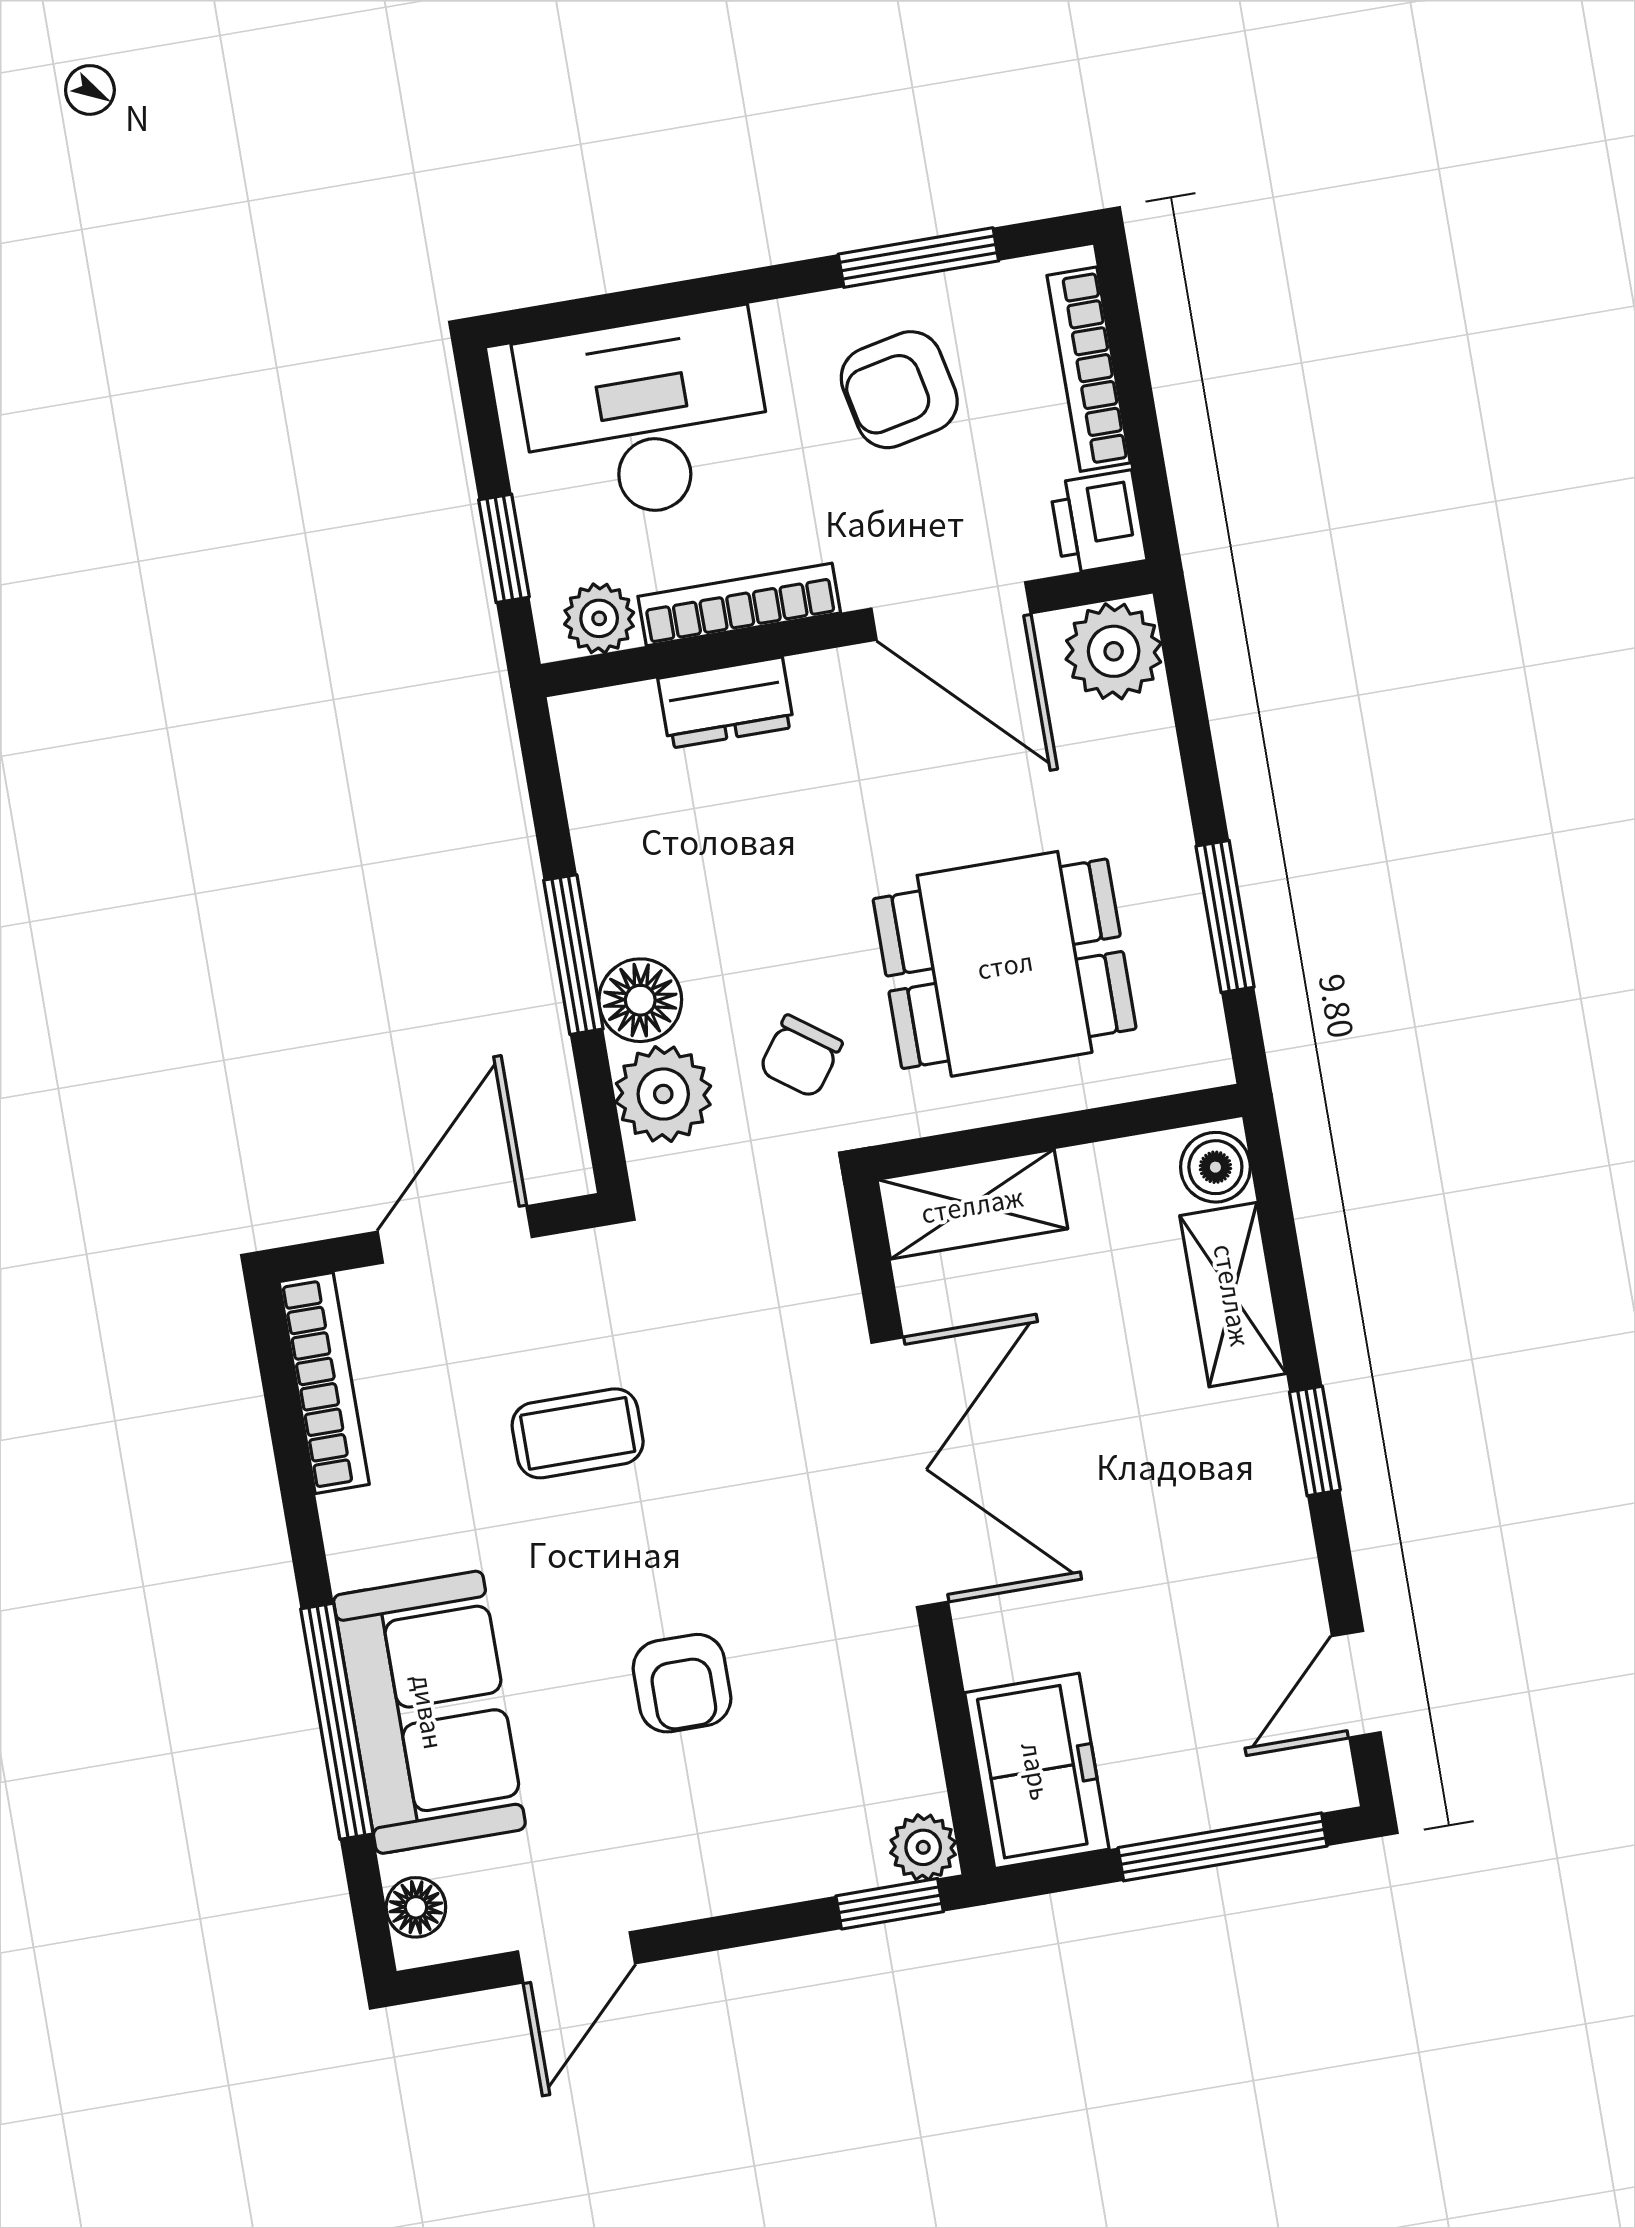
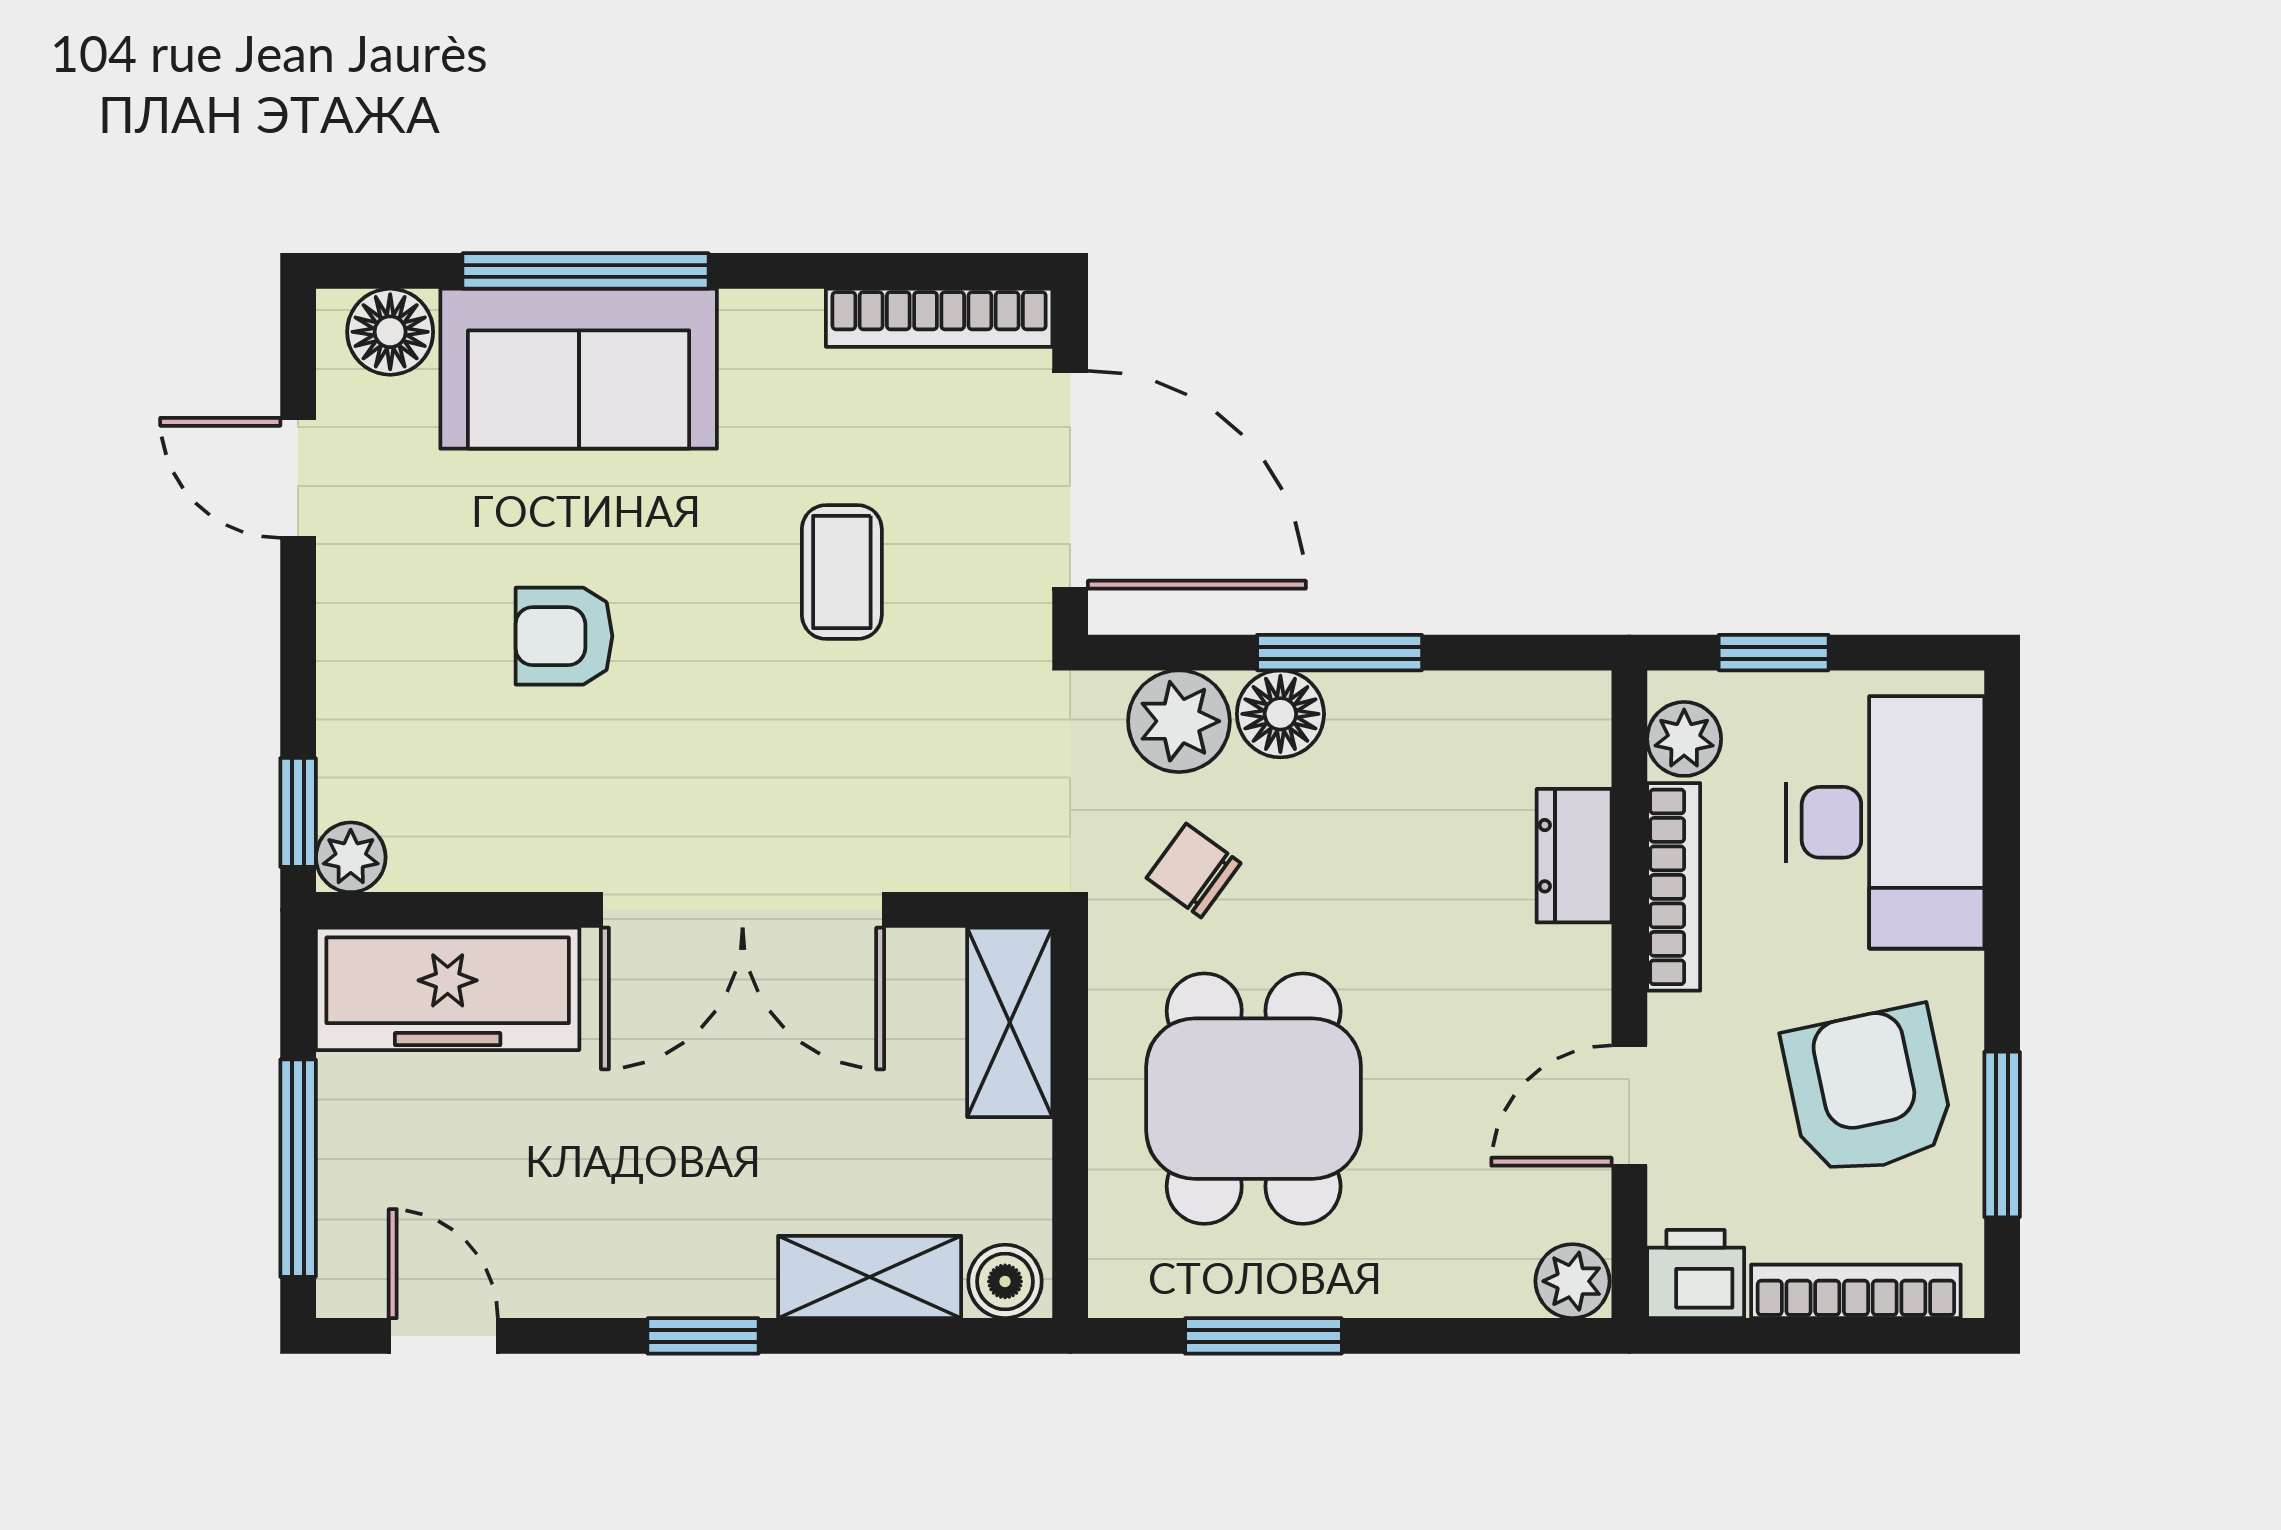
armchair: (899, 390) -> (1868, 1091), width x1.38, depth x1.38
door: (951, 611) -> (1629, 1106), width x0.73
plant: (1114, 651) -> (1573, 1281), width x0.73, depth x0.73
door: (455, 1234) -> (1070, 480), width x1.36
freezer: (1037, 1771) -> (448, 989), width x1.40
floor lamp: (416, 1907) -> (390, 332), width x1.37, depth x1.37

